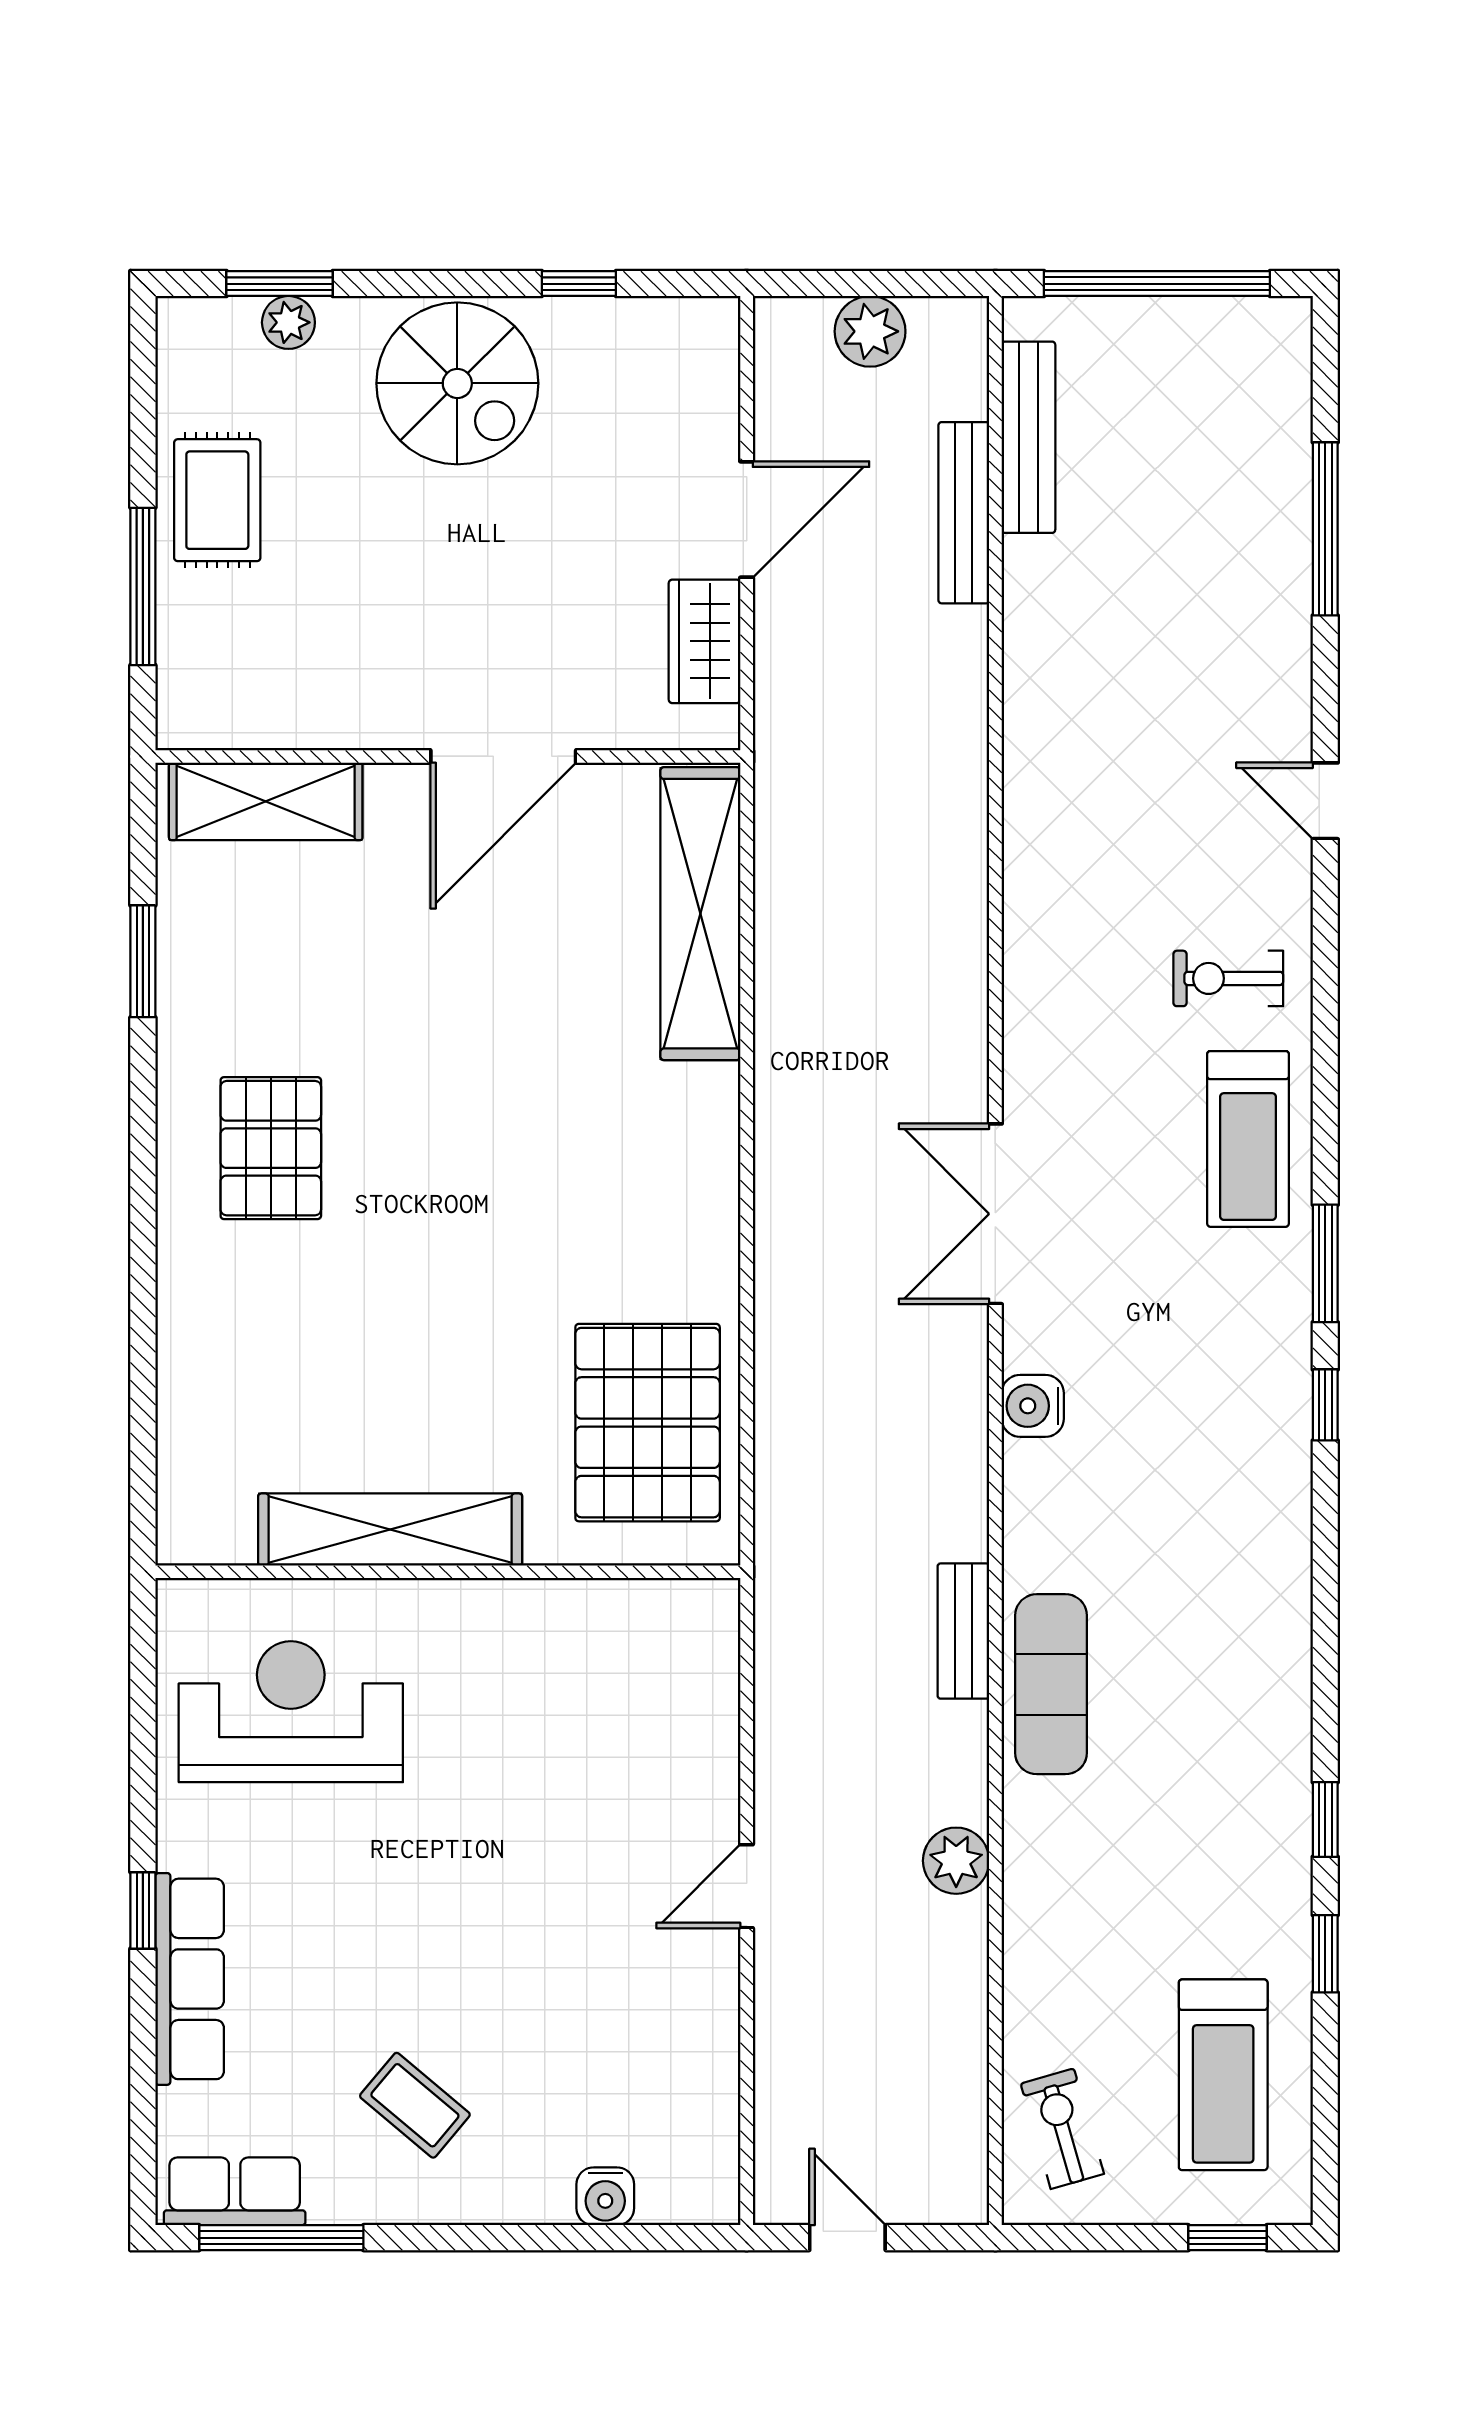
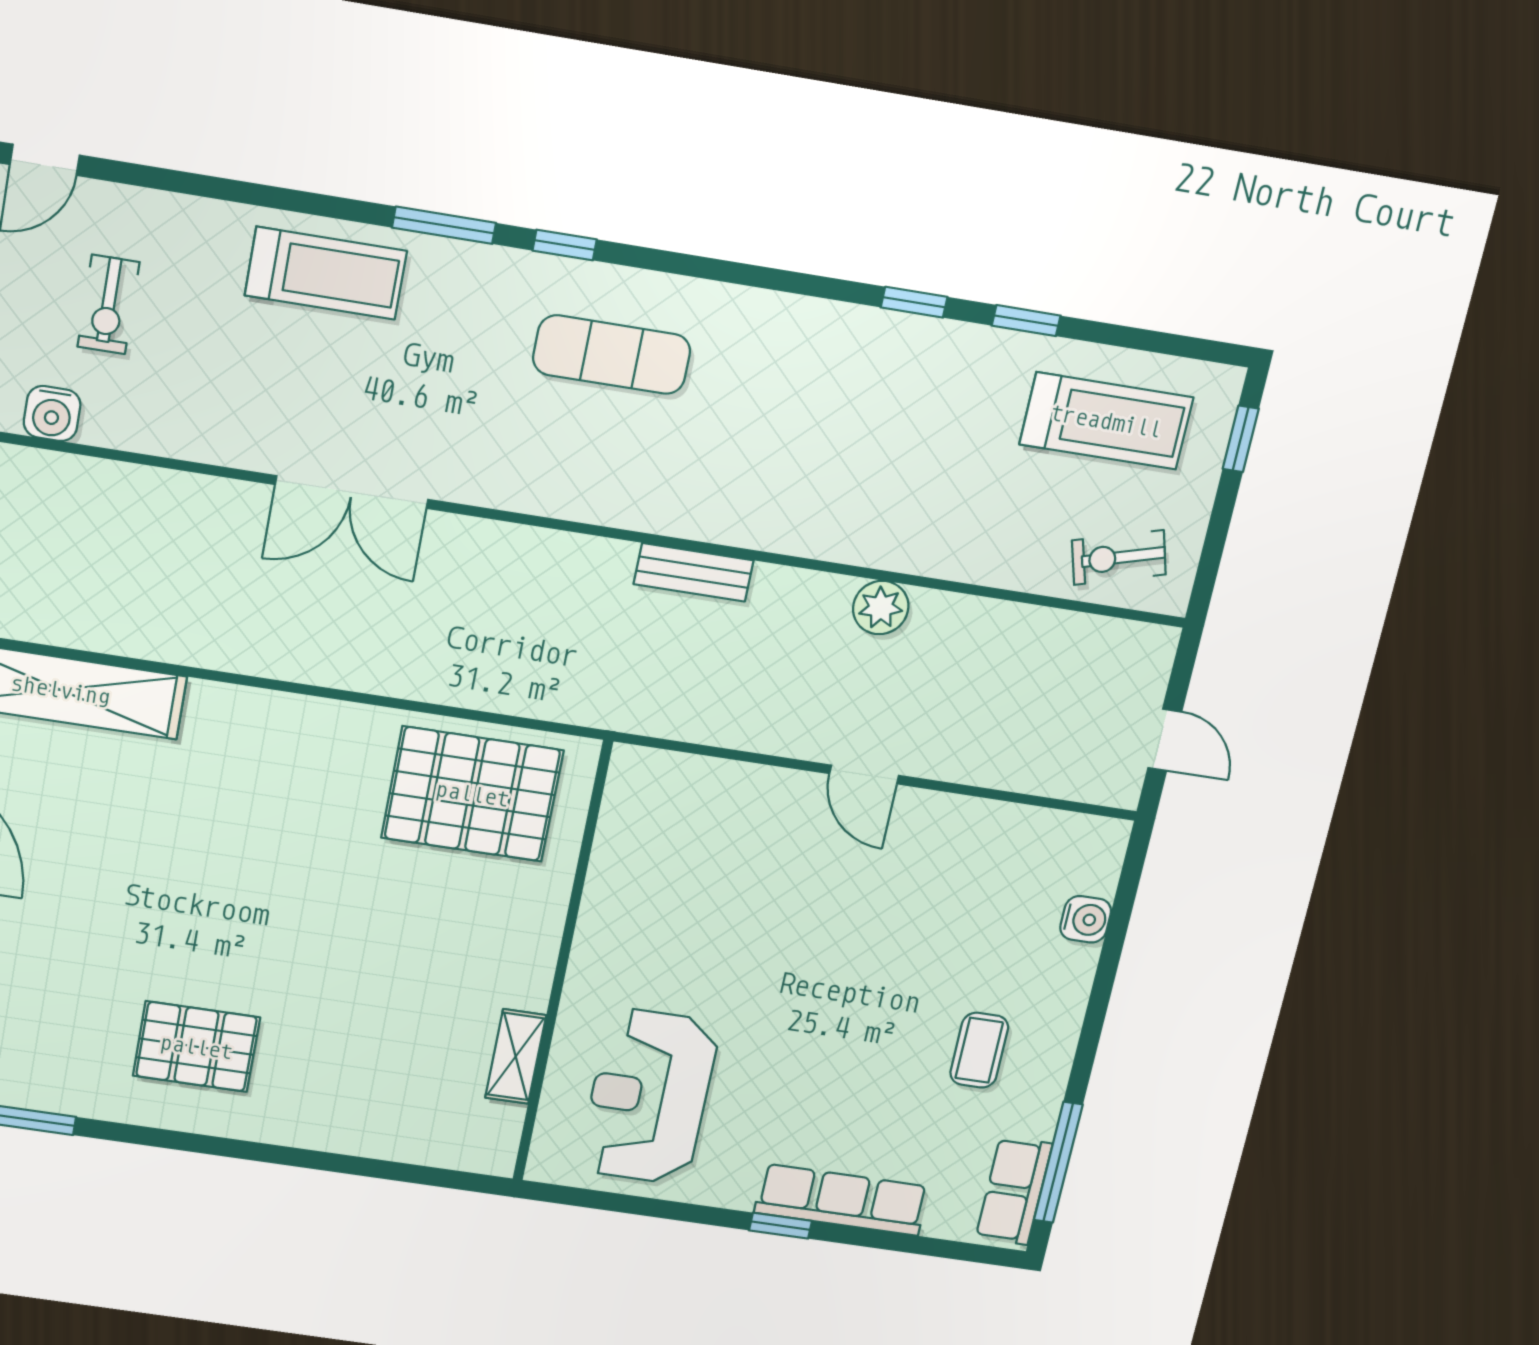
exercise bike: (1228, 978) -> (108, 304), moved
water cooler: (1033, 1406) -> (52, 414), moved
shelving: (390, 1529) -> (516, 1056), width x0.45, depth x0.75
exercise mat: (1051, 1684) -> (612, 355), moved
coffee table: (415, 2105) -> (979, 1050), turned -40
door: (847, 2238) -> (1165, 740), swing flipped

